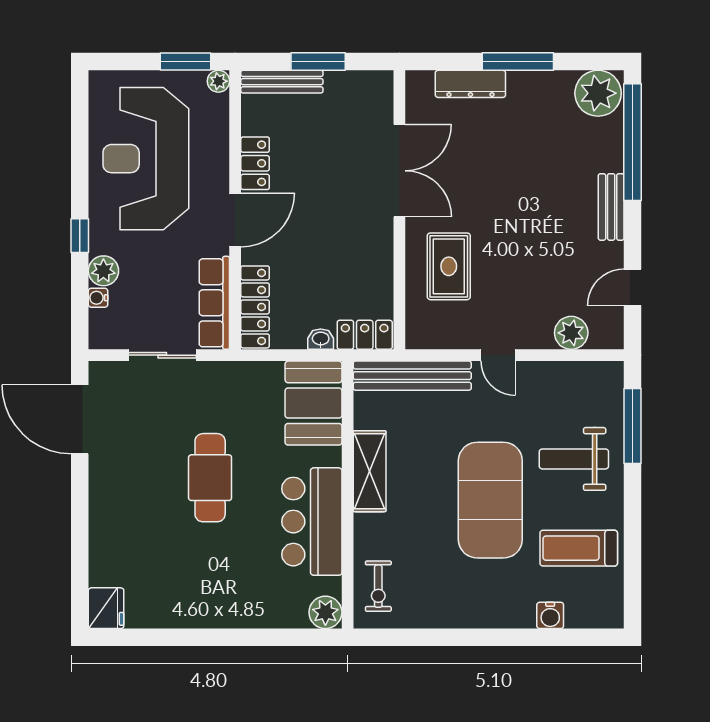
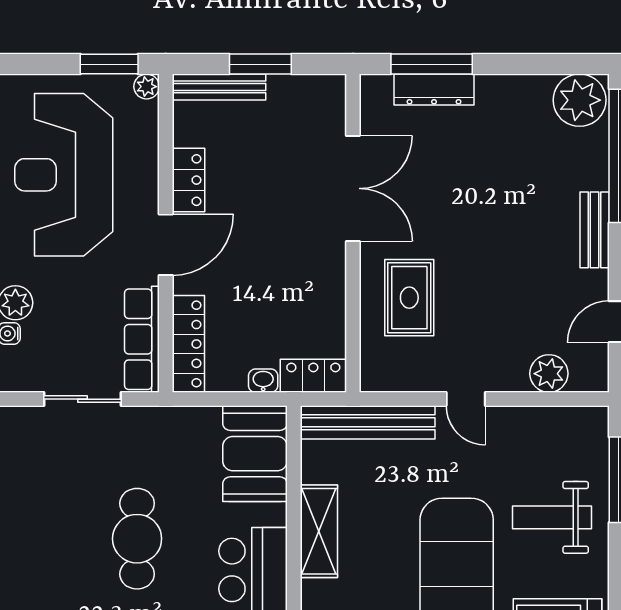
window: (518, 62) -> (432, 64), moved

